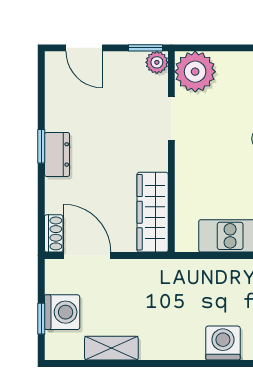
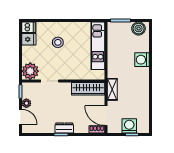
door: (84, 48) -> (20, 117), hinge flipped
plant: (157, 62) -> (26, 103), moved
door: (87, 256) -> (106, 116), hinge flipped
shelving: (111, 348) -> (112, 89), moved

